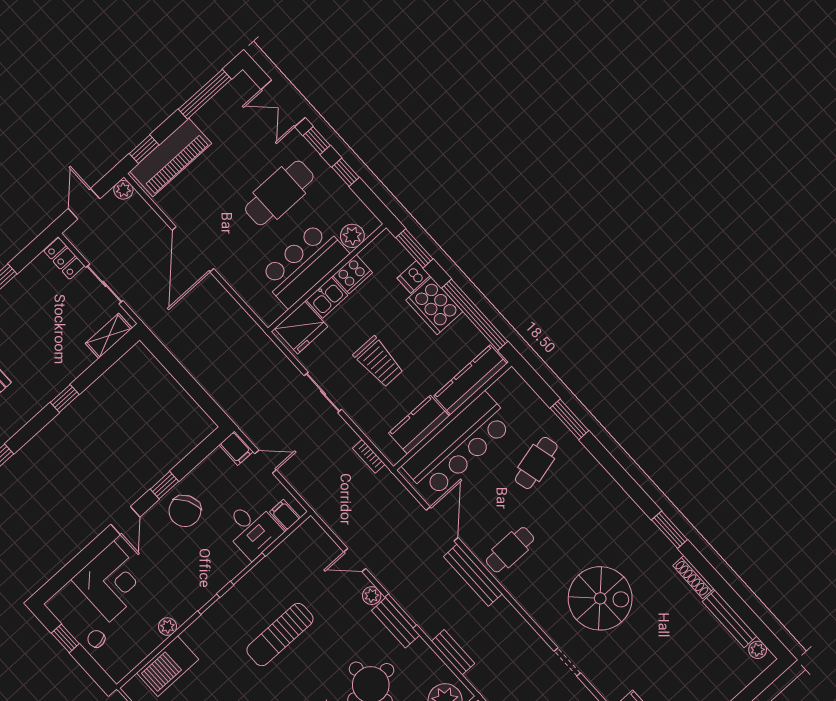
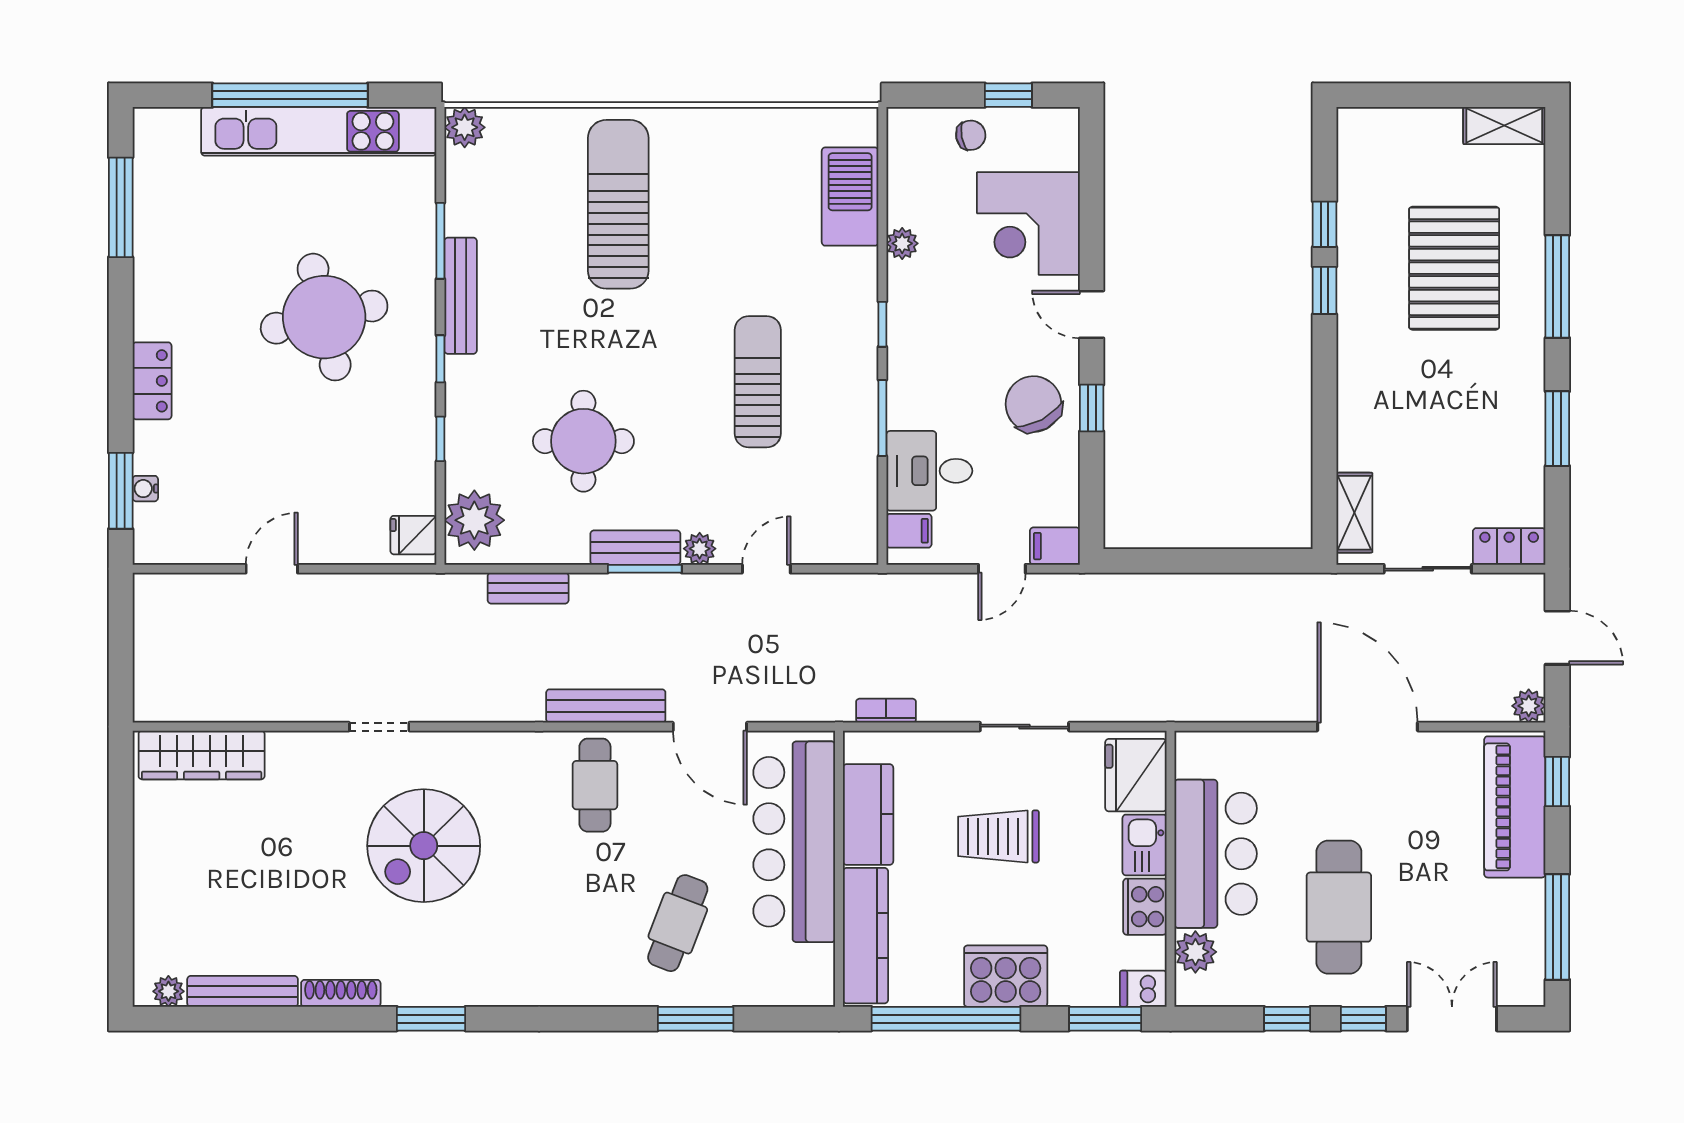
dishwasher: (414, 277) -> (1143, 989), moved, turned -90
window: (65, 398) -> (1324, 290), moved
cafe table: (536, 463) -> (678, 923), turned 35

